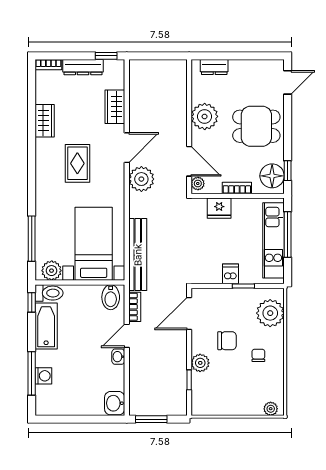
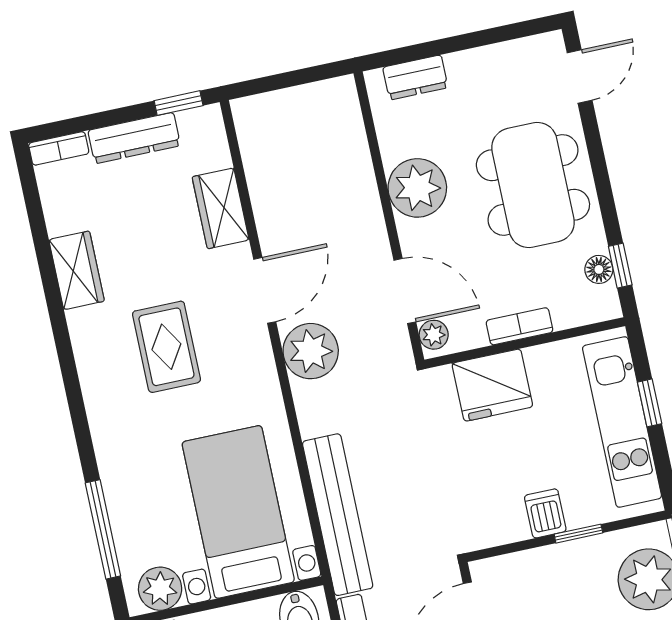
dining table: (256, 126) -> (533, 185), width x1.38
floor lamp: (272, 176) -> (599, 269), width x0.53, depth x0.53
fridge: (219, 208) -> (492, 385), width x1.36, depth x1.34
window: (288, 235) -> (650, 403), width x0.46

